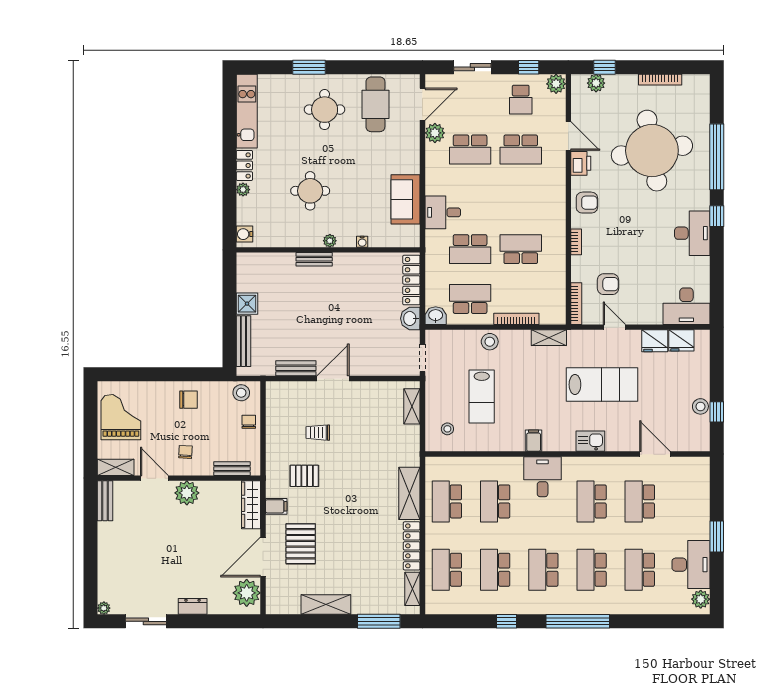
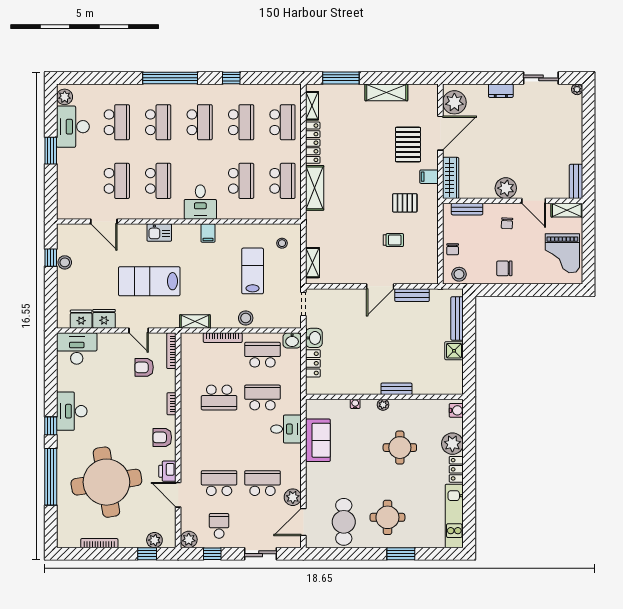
plant: (243, 190) -> (452, 444), width x1.87, depth x1.87
locker: (411, 280) -> (313, 363), width x0.66
school desk: (470, 299) -> (263, 355), turned 180

